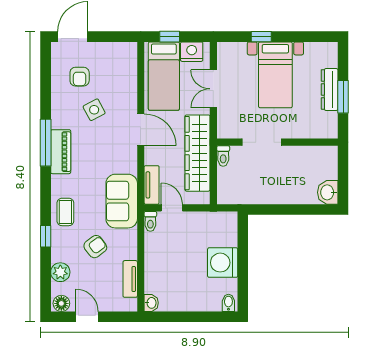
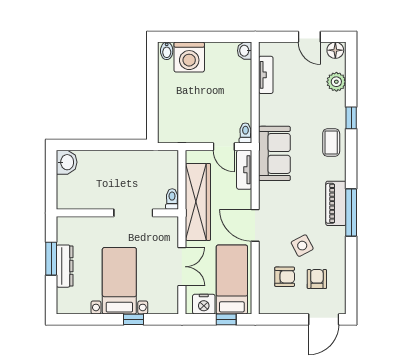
armchair: (95, 247) -> (285, 277), moved, turned -143
washing machine: (223, 263) -> (189, 57), moved, turned 90

